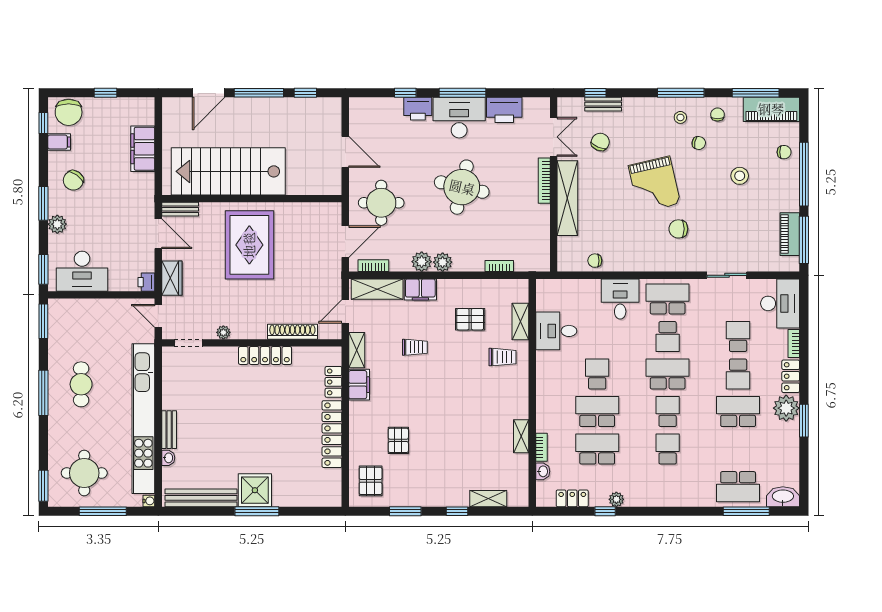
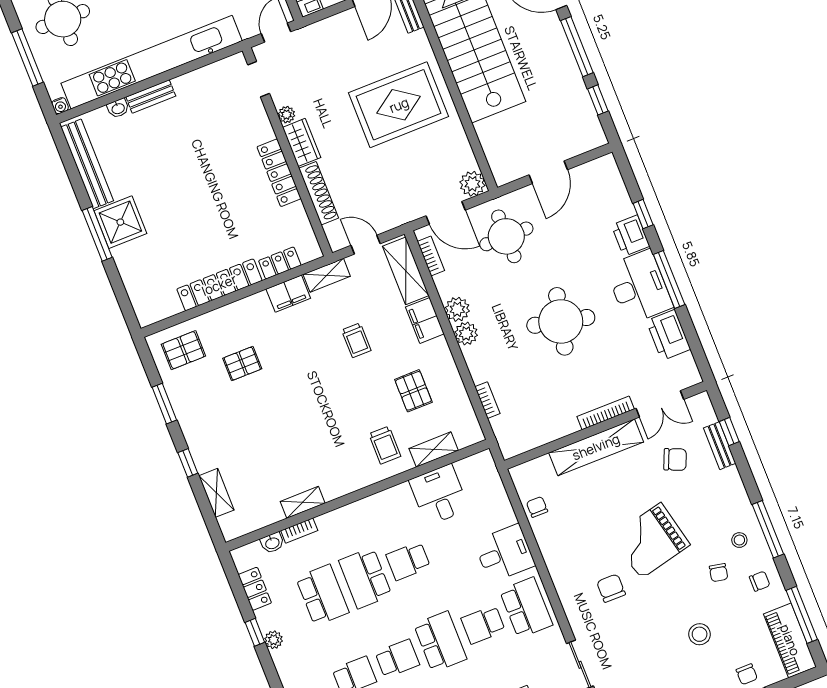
plant: (331, 213) -> (472, 184), added
wardrobe: (172, 278) -> (302, 142), moved, turned -90
school desk: (597, 374) -> (408, 561), turned 180
school desk: (597, 412) -> (365, 578), turned 180

